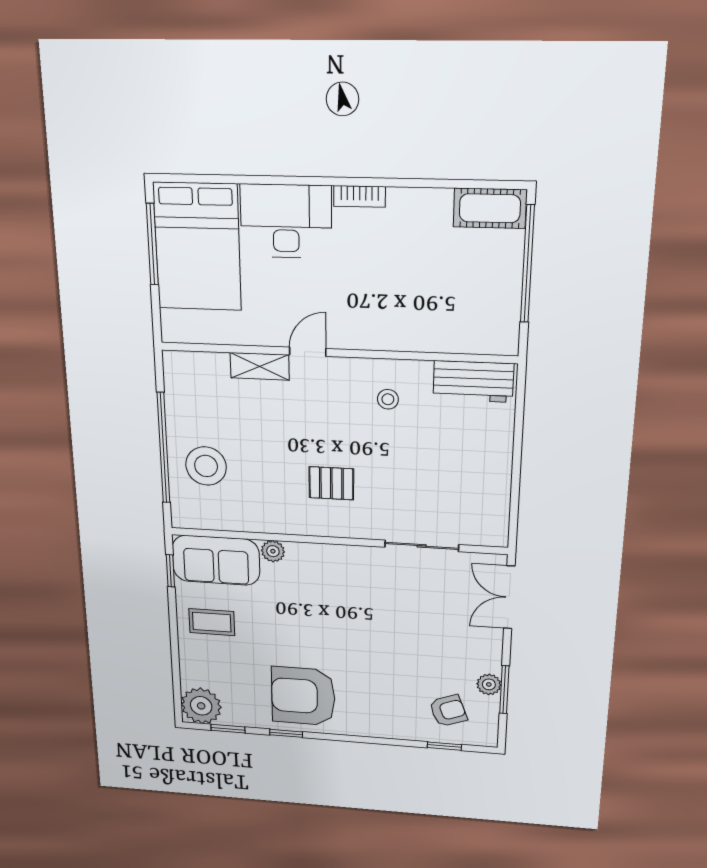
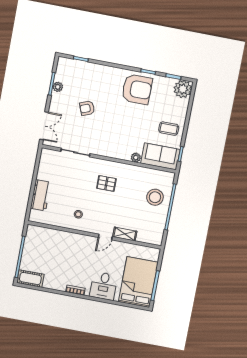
desk: (286, 221) -> (104, 286), width x0.73
workbench: (473, 381) -> (41, 195), moved, turned 90
armchair: (448, 711) -> (87, 108), moved

